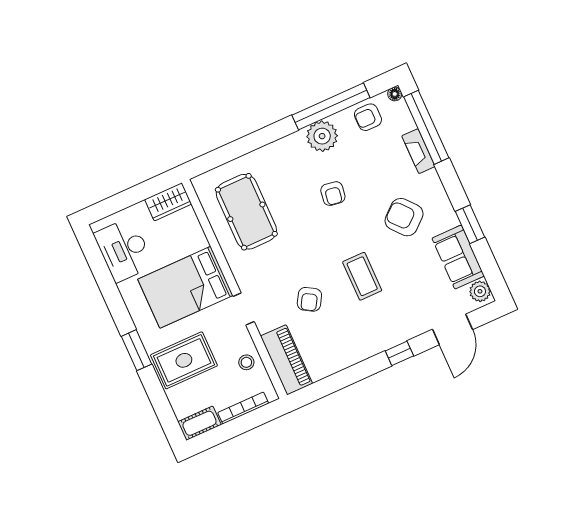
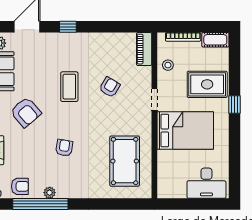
plant: (322, 136) -> (50, 193), width x0.53, depth x0.53
wardrobe: (168, 202) -> (172, 190), removed
desk: (124, 250) -> (206, 183), moved, turned 90
window: (136, 350) -> (235, 104), width x0.67
piano: (286, 360) -> (144, 49), width x0.73, depth x0.75

